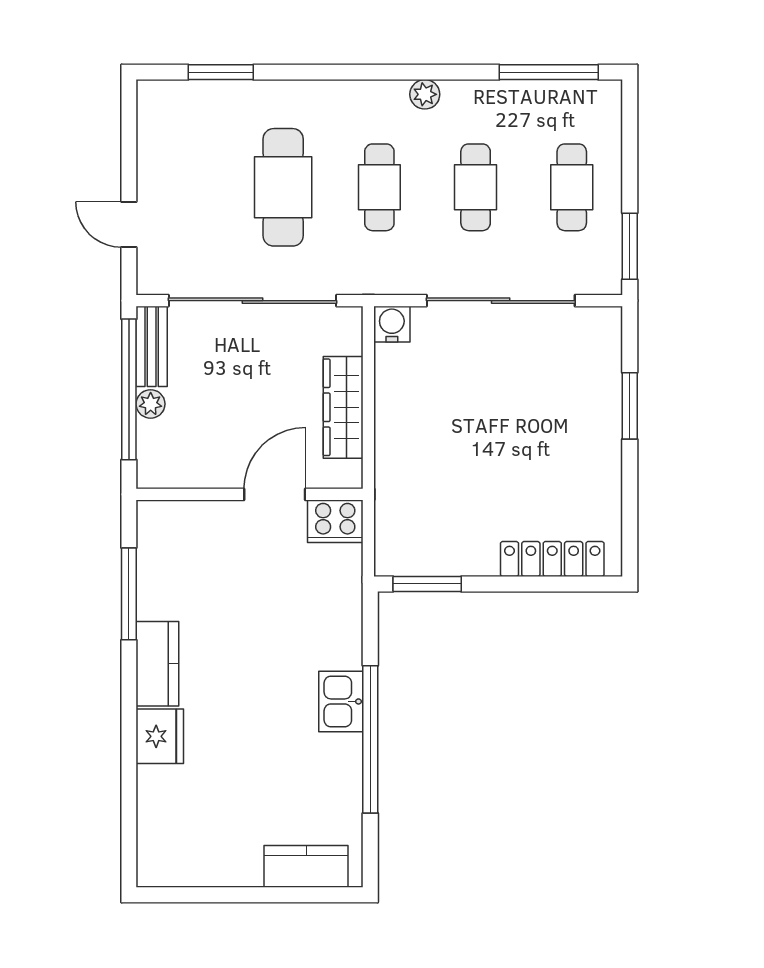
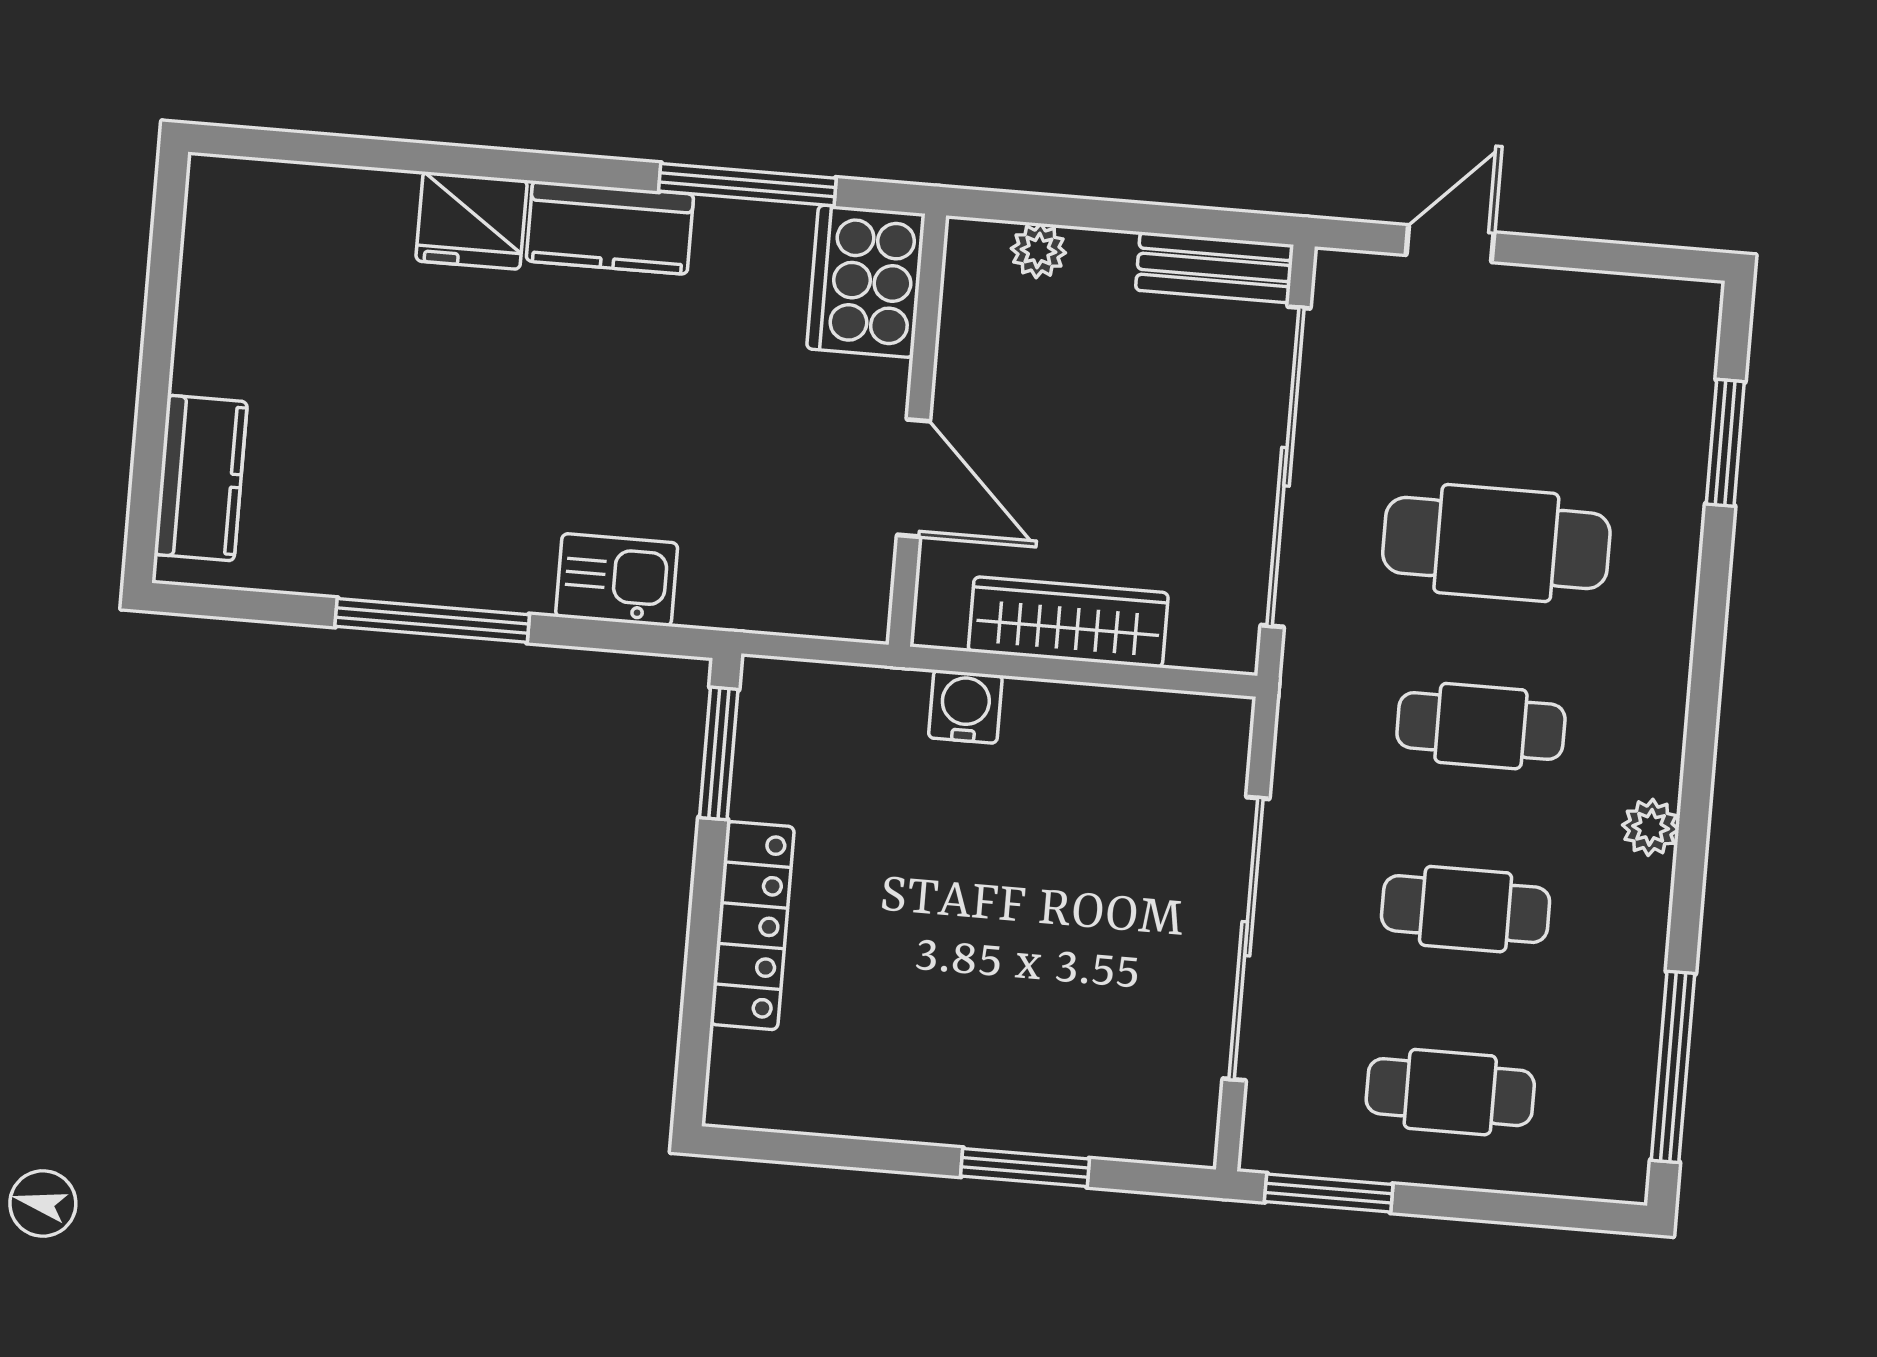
water cooler: (392, 324) -> (965, 707), moved, turned -90
window: (129, 389) -> (1137, 217), removed
plant: (151, 404) -> (1038, 251), moved
cooker: (335, 521) -> (866, 281), moved, width x1.37, depth x1.31
locker: (552, 559) -> (752, 926), moved
kitchen sink: (341, 701) -> (617, 580), moved
window: (370, 739) -> (432, 620), width x0.68

